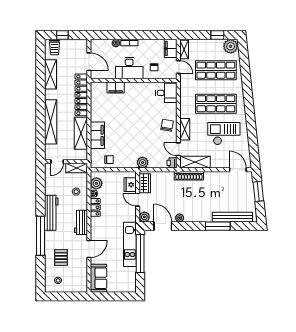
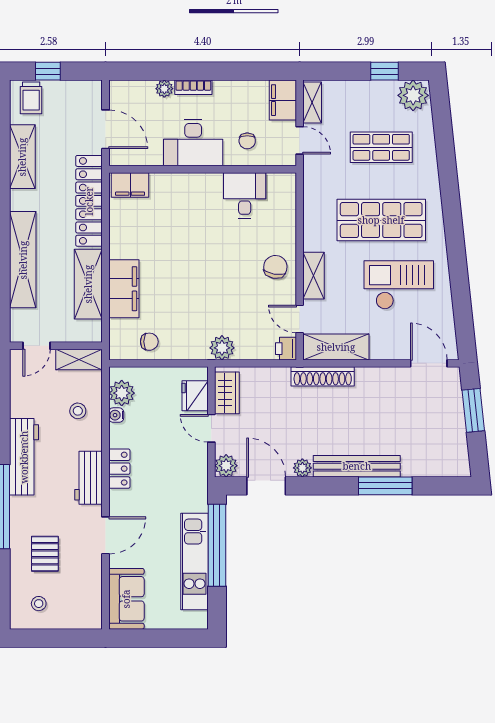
shop shelf: (216, 70) -> (381, 147), width x0.70, depth x0.74
filing cabinet: (116, 88) -> (130, 185), moved
desk: (166, 93) -> (245, 195), moved, turned -90
locker: (95, 207) -> (119, 469), moved
bench: (232, 217) -> (357, 466), moved
kitchen unit: (130, 244) -> (194, 561), moved

